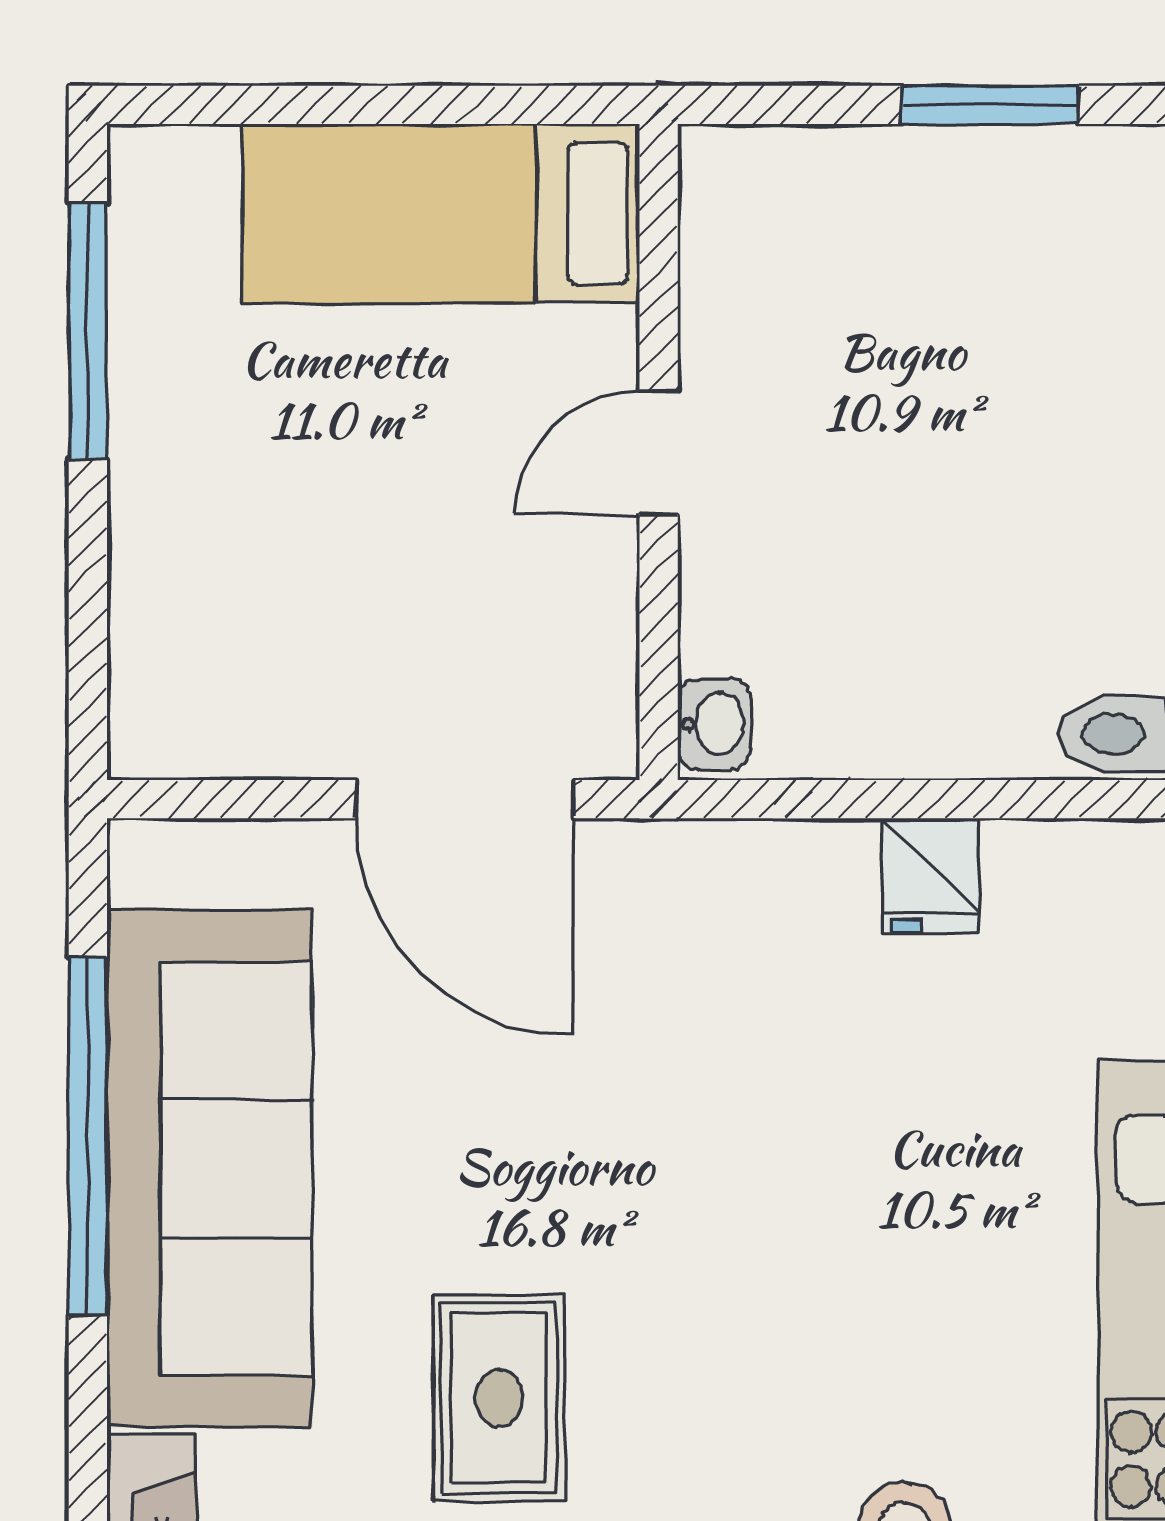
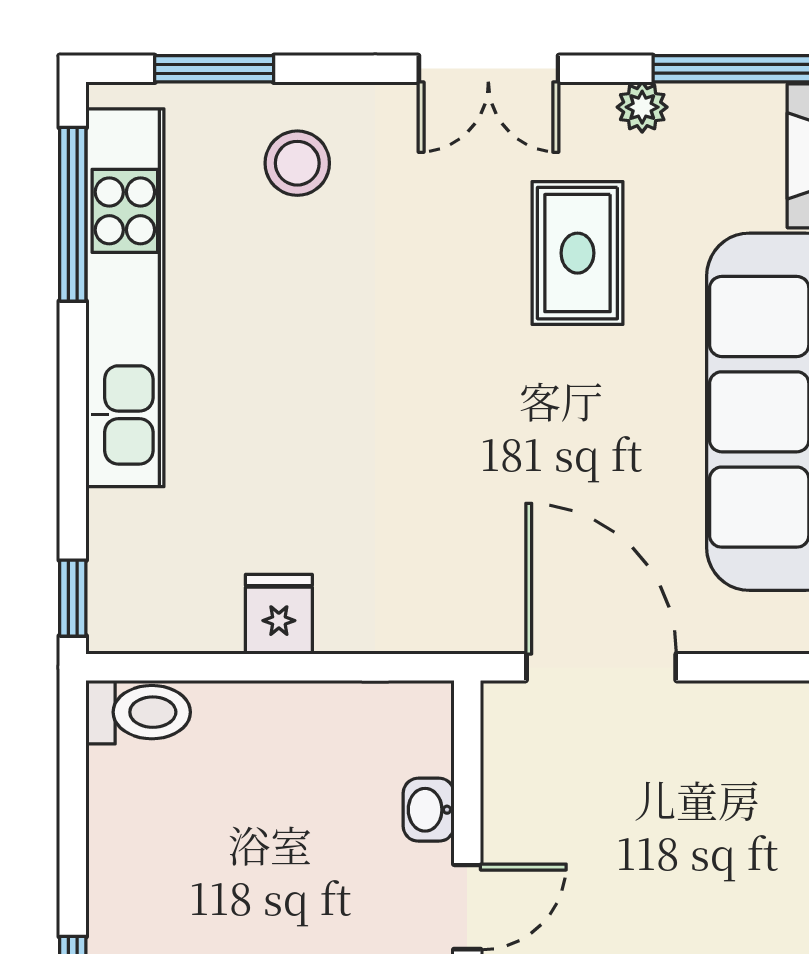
washbasin: (714, 724) -> (429, 810), moved

